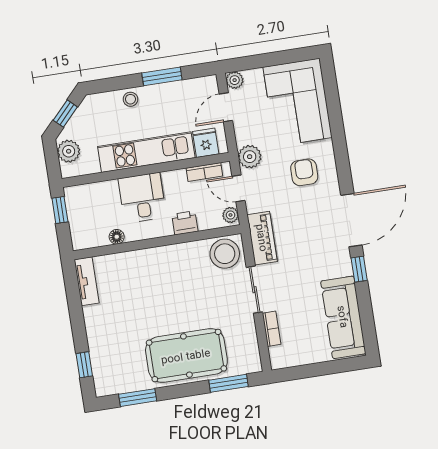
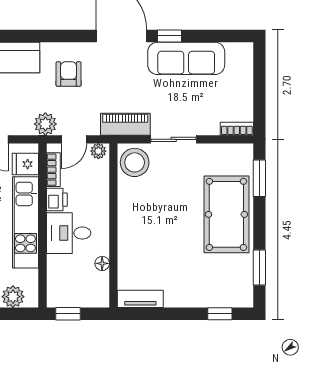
armchair: (304, 172) -> (69, 74), turned 90
printer: (185, 223) -> (57, 200), moved, turned 180
sofa: (343, 317) -> (186, 58), moved
bookcase: (272, 329) -> (237, 129), moved

